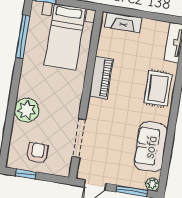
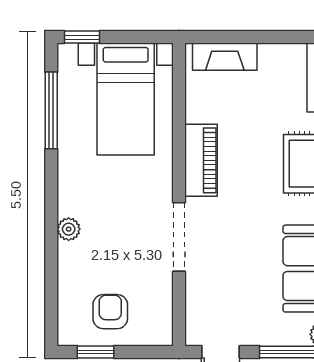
plant: (27, 110) -> (69, 229), width x0.53, depth x0.53
doorway: (79, 138) -> (179, 237), moved

